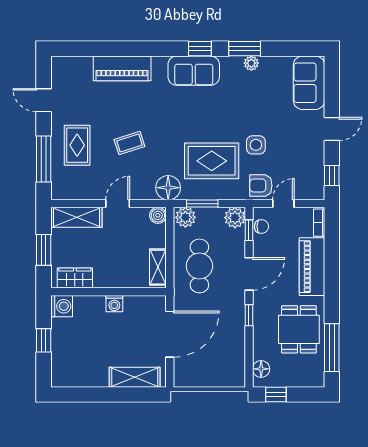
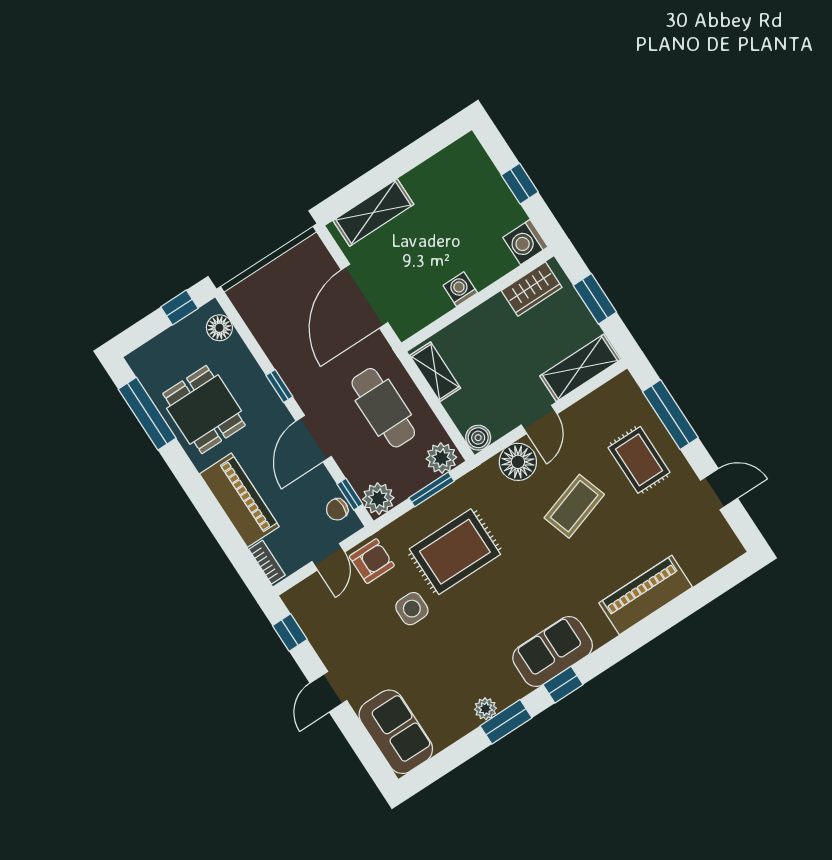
coffee table: (129, 143) -> (574, 506), width x1.36, depth x1.30
floor lamp: (168, 188) -> (518, 462), moved

